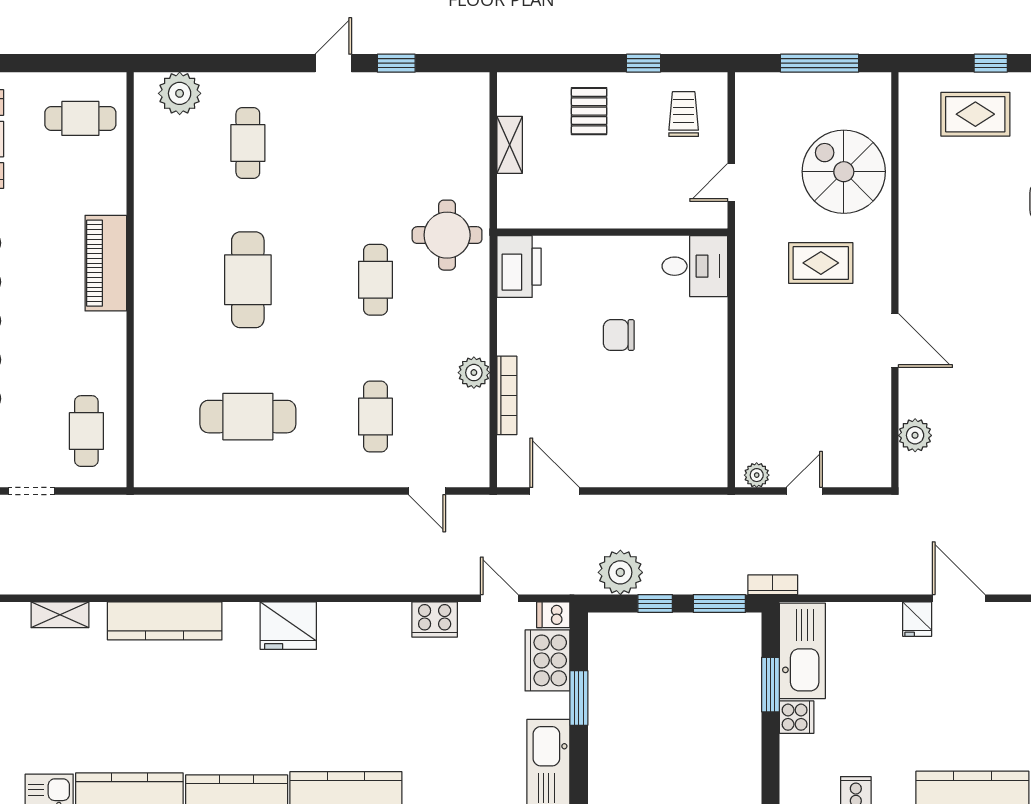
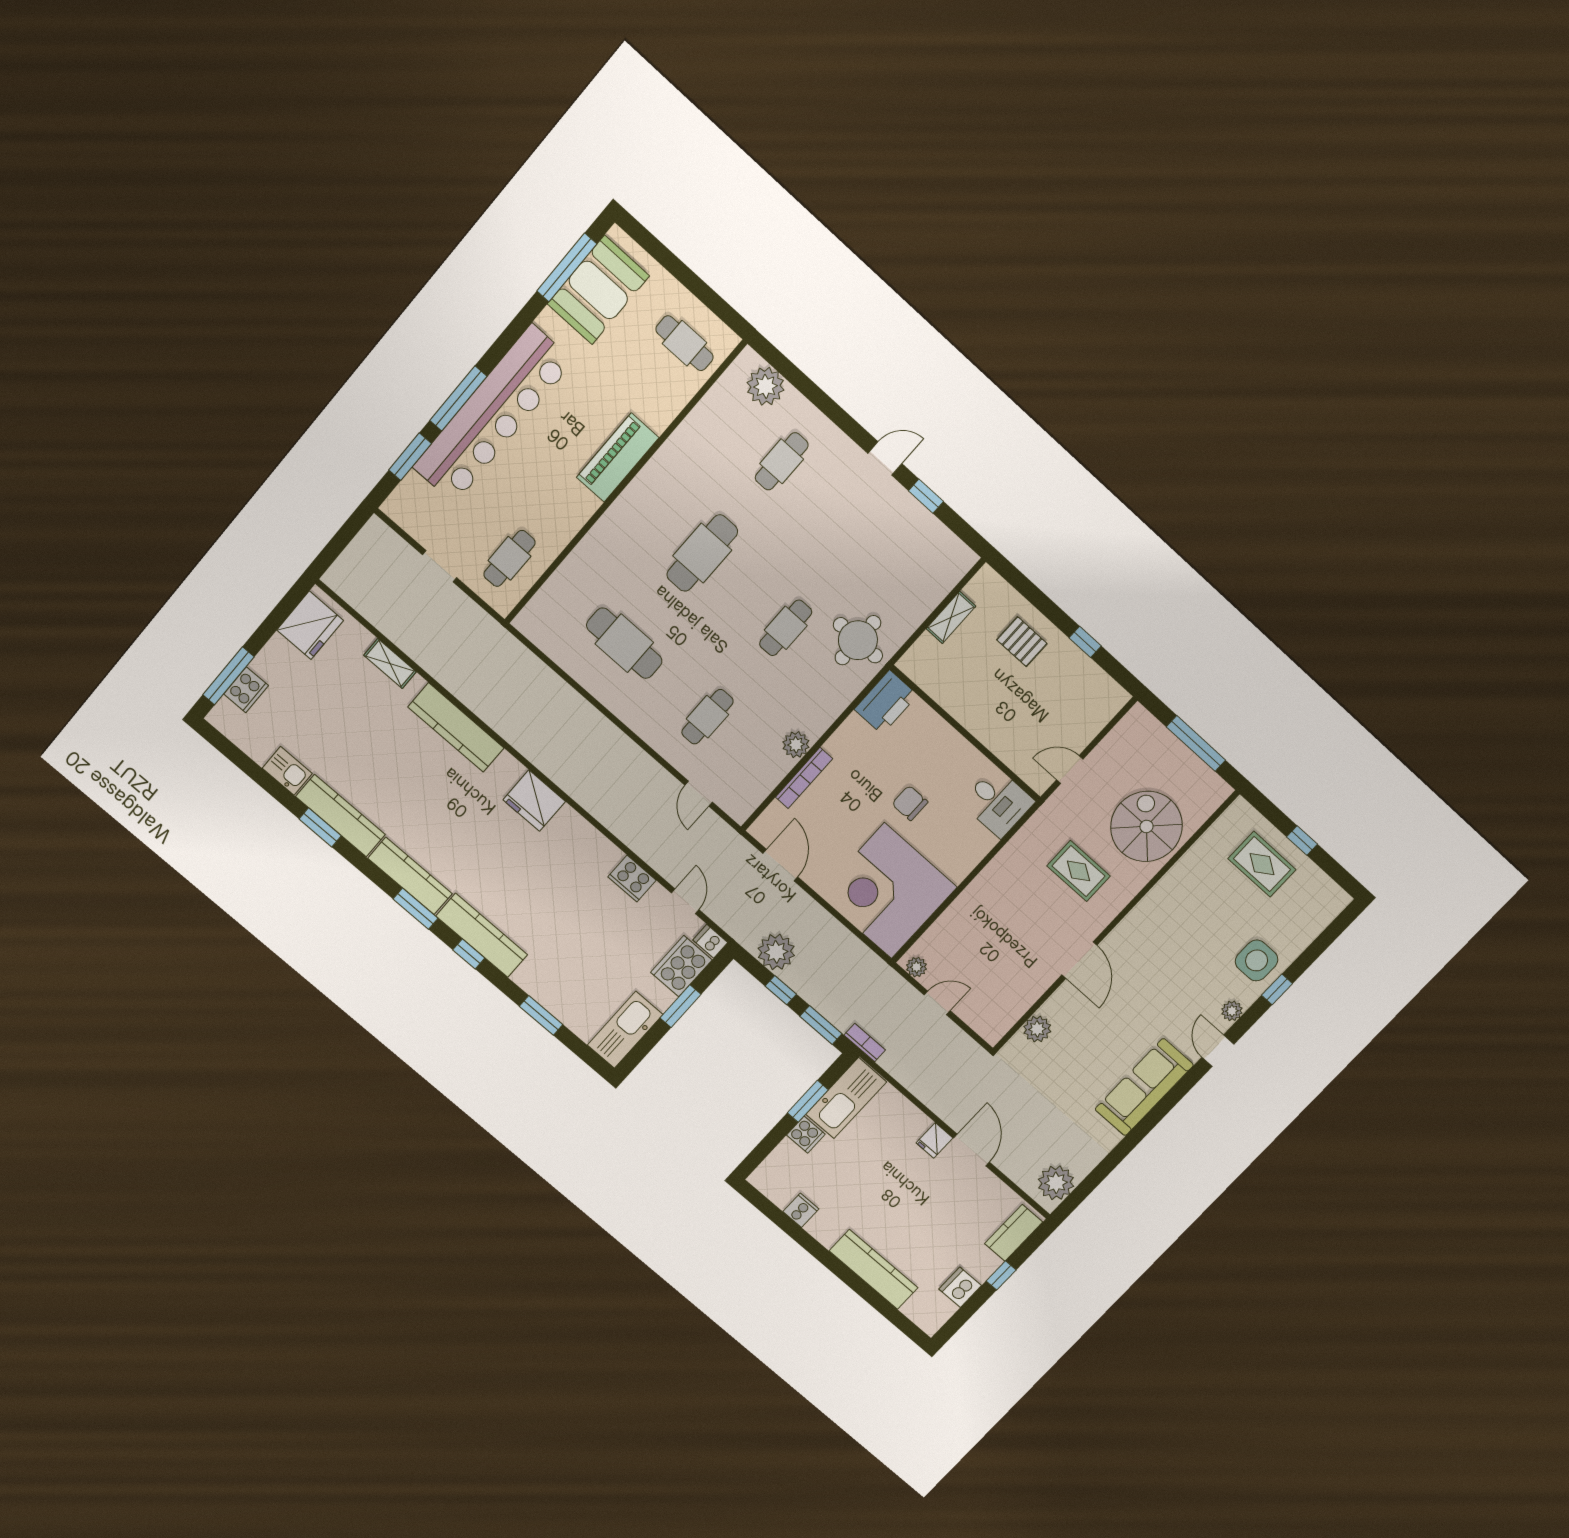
pallet: (589, 111) -> (1022, 642), turned 90
trolley: (684, 114) -> (1080, 698), removed
corner desk: (670, 430) -> (888, 891), added

